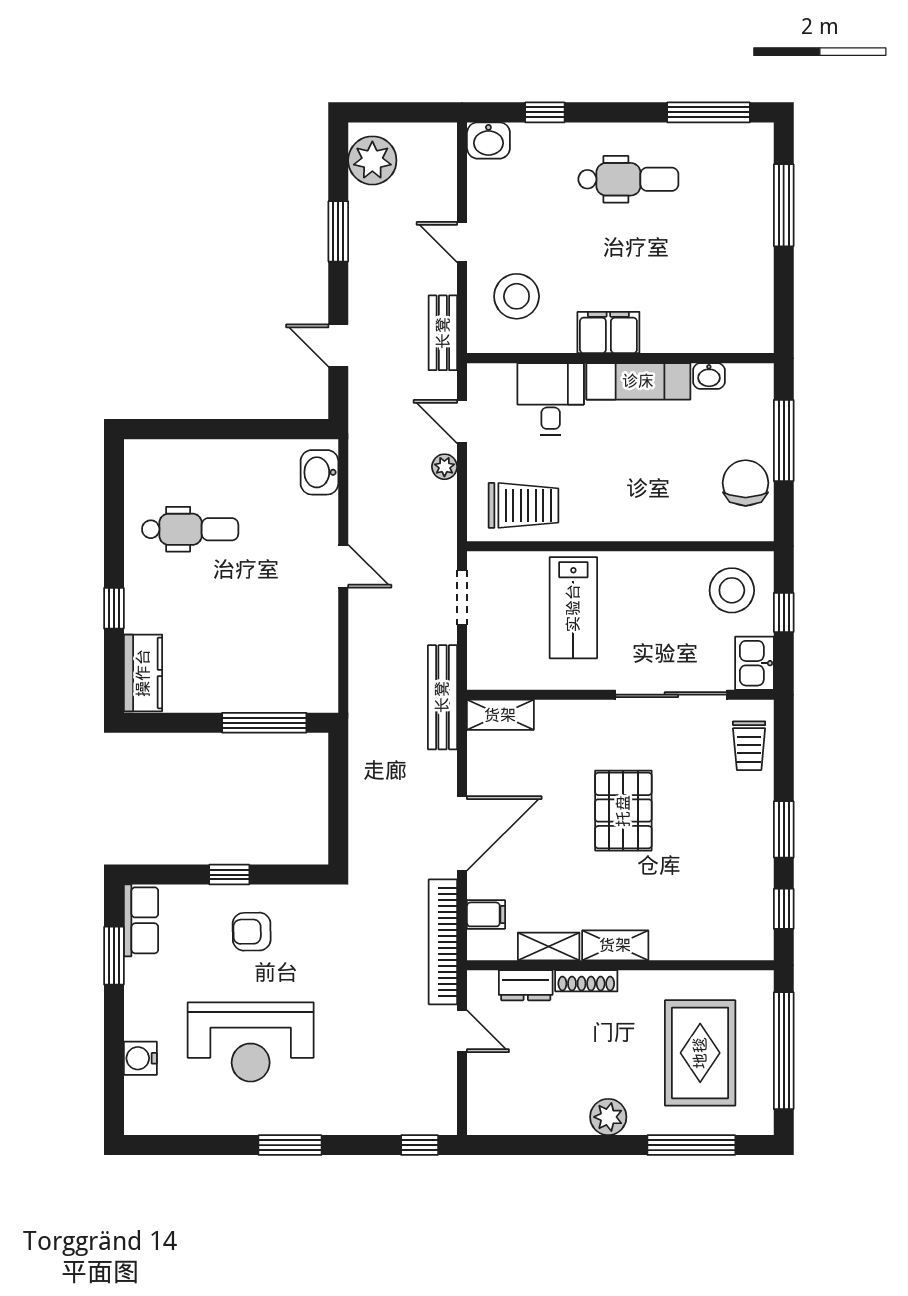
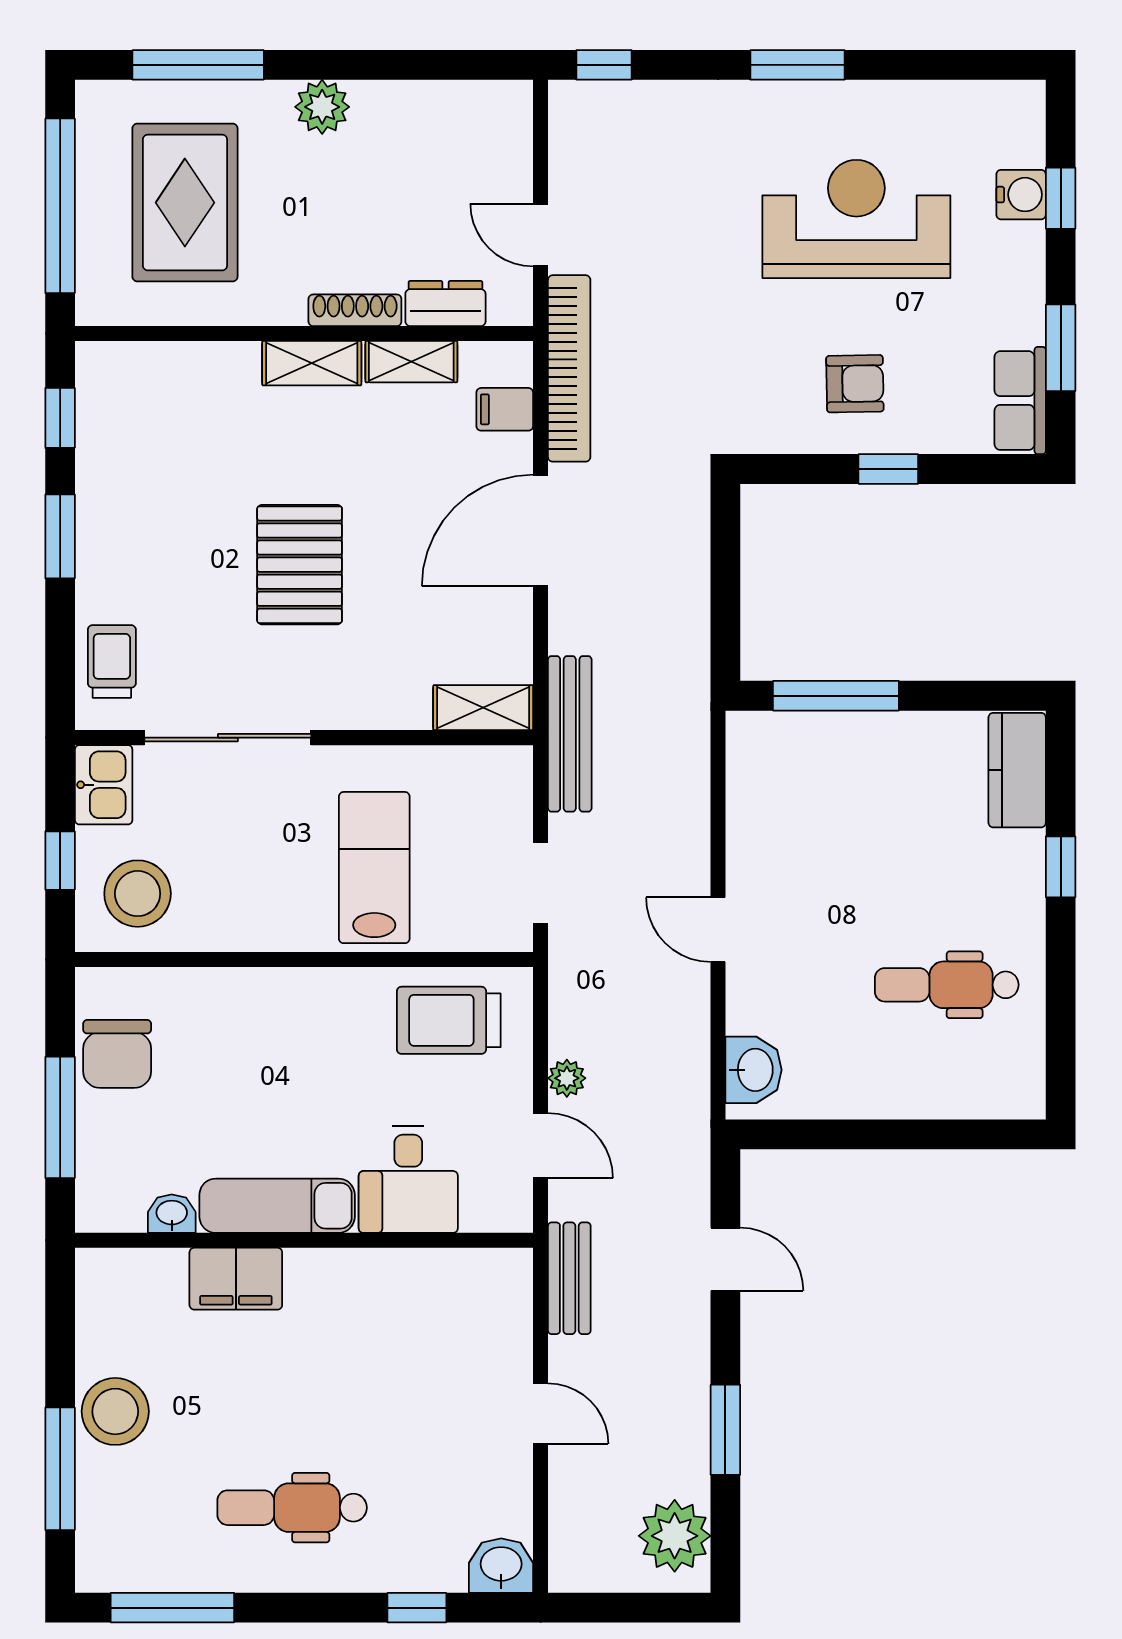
stool: (517, 296) -> (115, 1411), moved
filing cabinet: (608, 333) -> (236, 1279), moved
window: (114, 1056) -> (1061, 198), added

